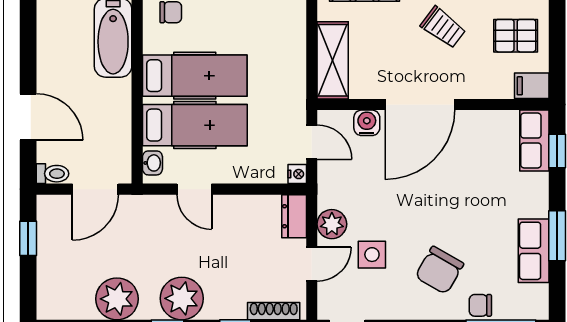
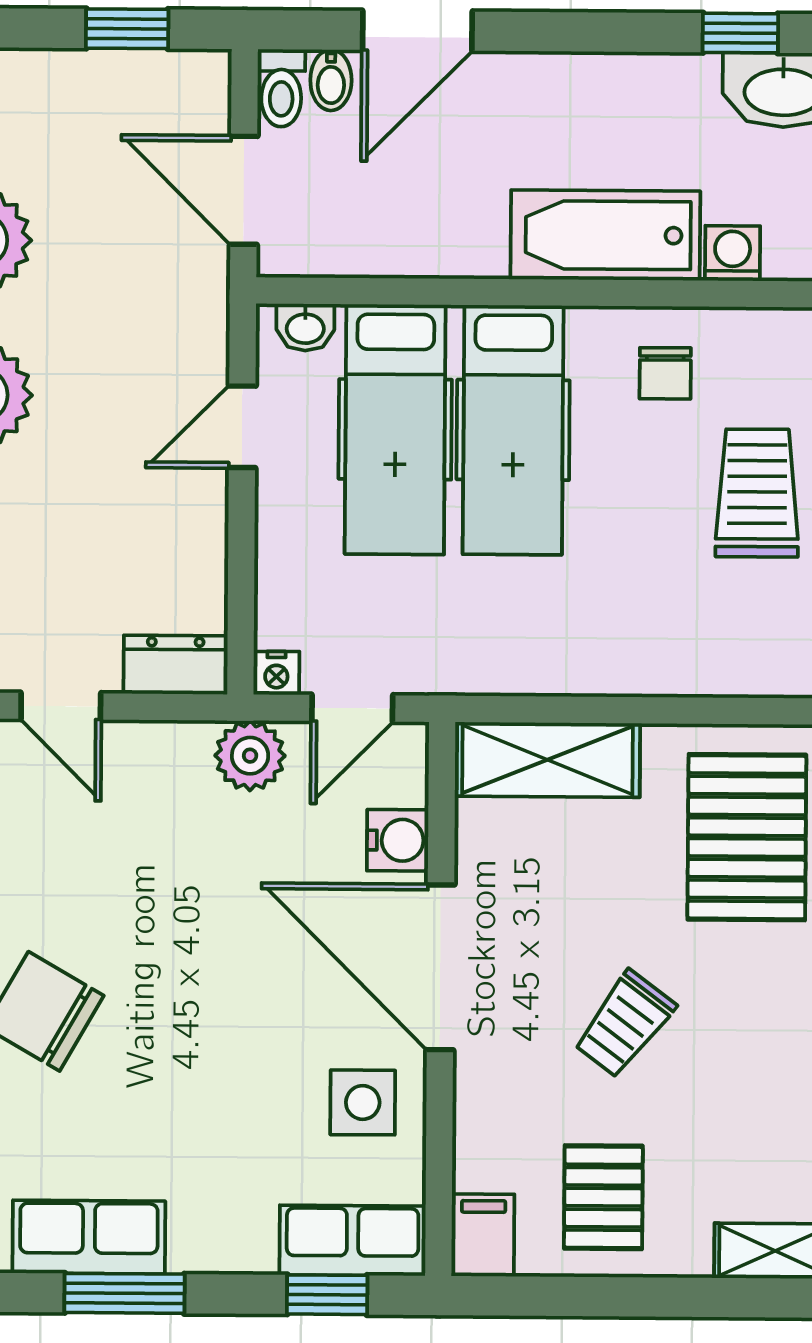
bidet: (49, 153) -> (331, 80), added
plant: (332, 224) -> (250, 756), moved
side table: (372, 255) -> (363, 1102), moved

